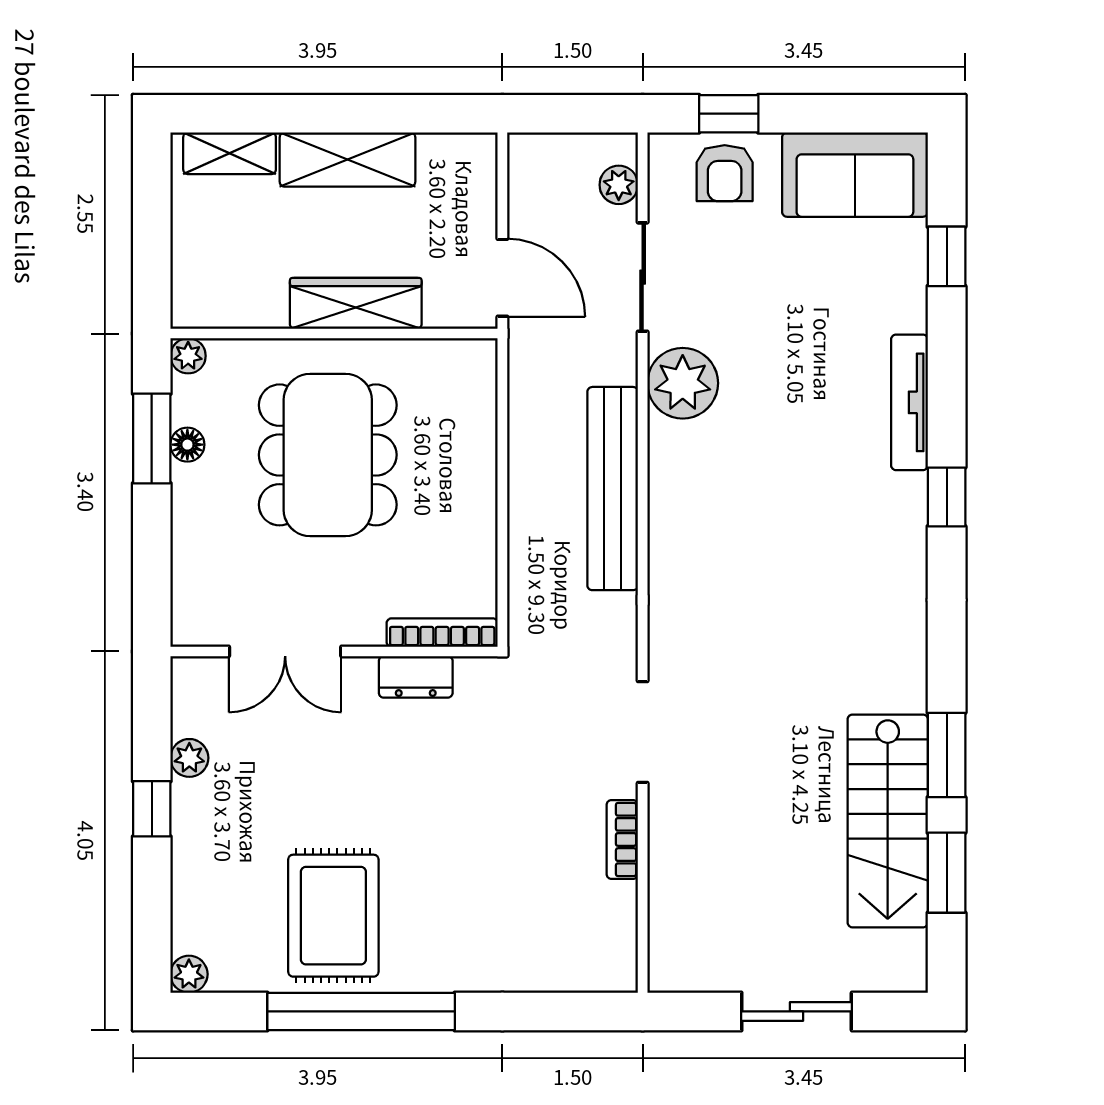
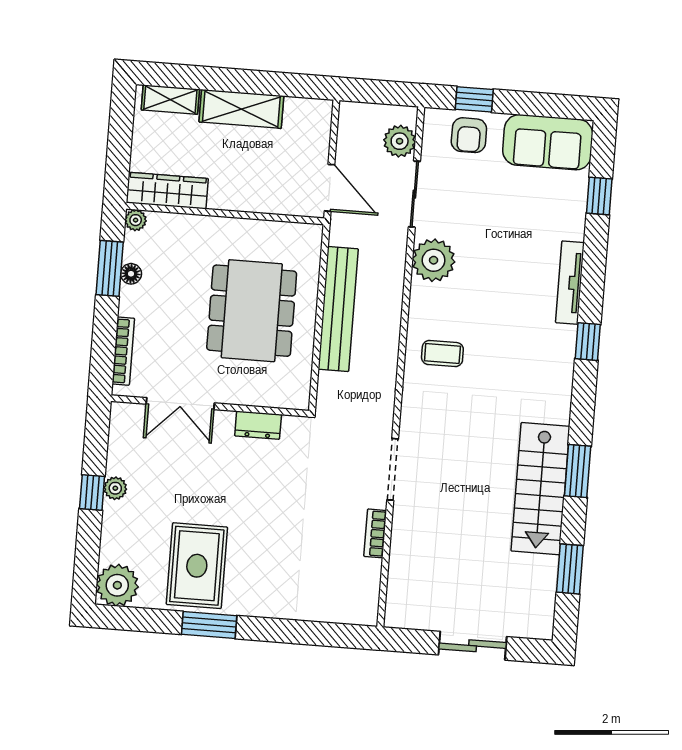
plant: (619, 185) -> (400, 141), width x1.38, depth x1.38
wardrobe: (356, 303) -> (167, 191), moved
dining table: (328, 455) -> (252, 311), moved
bench: (613, 489) -> (338, 309), moved
coffee table: (709, 535) -> (442, 354), added
bookcase: (442, 633) -> (123, 351), moved, turned 90
window: (947, 755) -> (578, 471), moved
plant: (189, 758) -> (115, 488), moved
stairs: (888, 821) -> (540, 489), moved
plant: (189, 974) -> (117, 585), width x1.87, depth x1.87
window: (361, 1011) -> (209, 625), width x0.47

